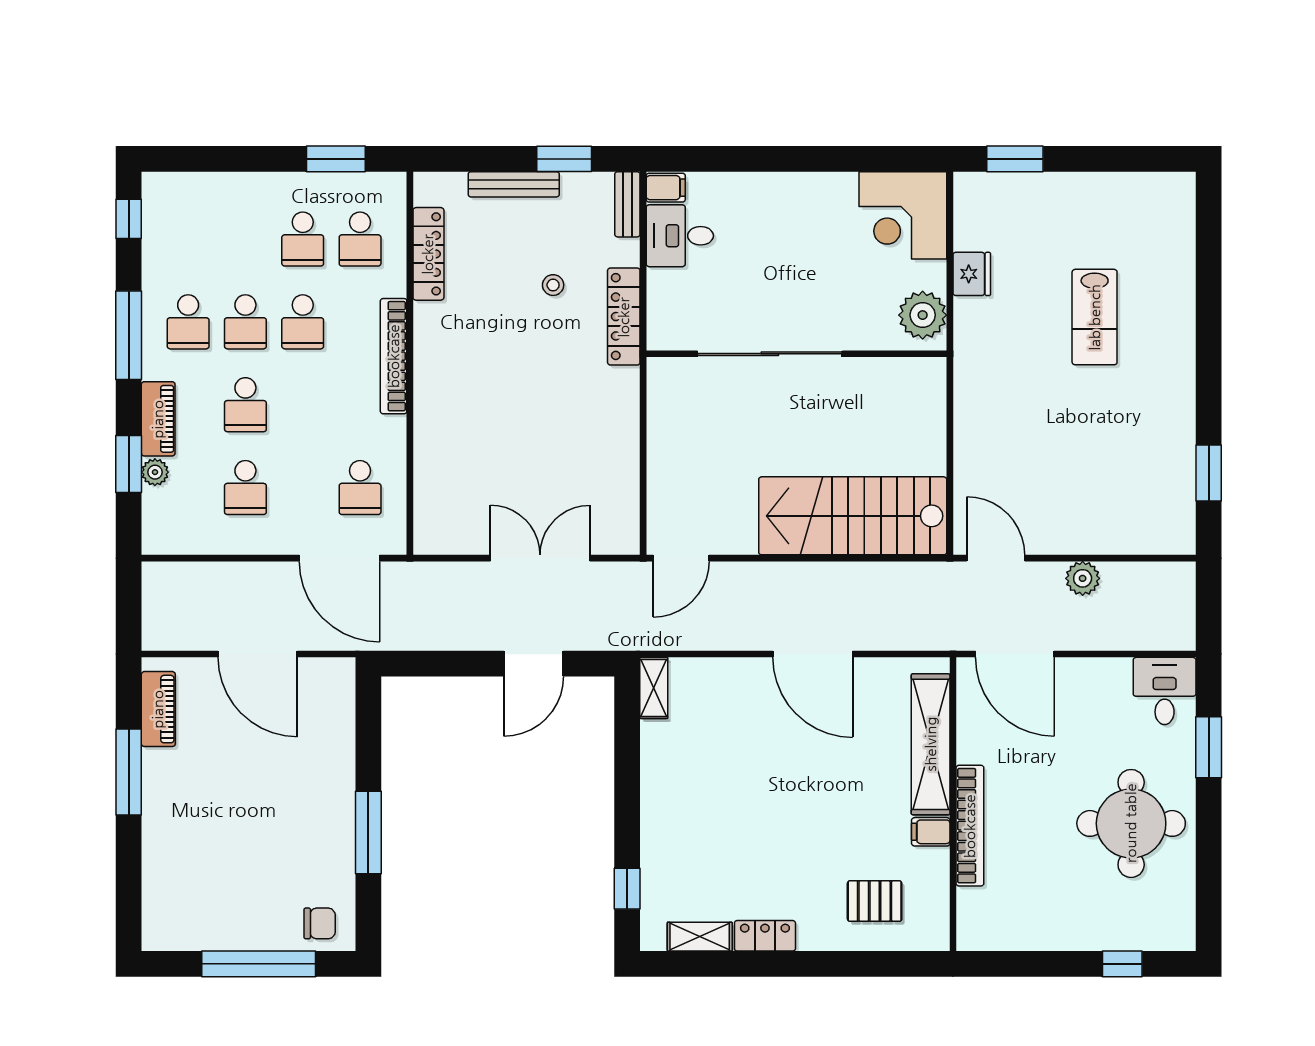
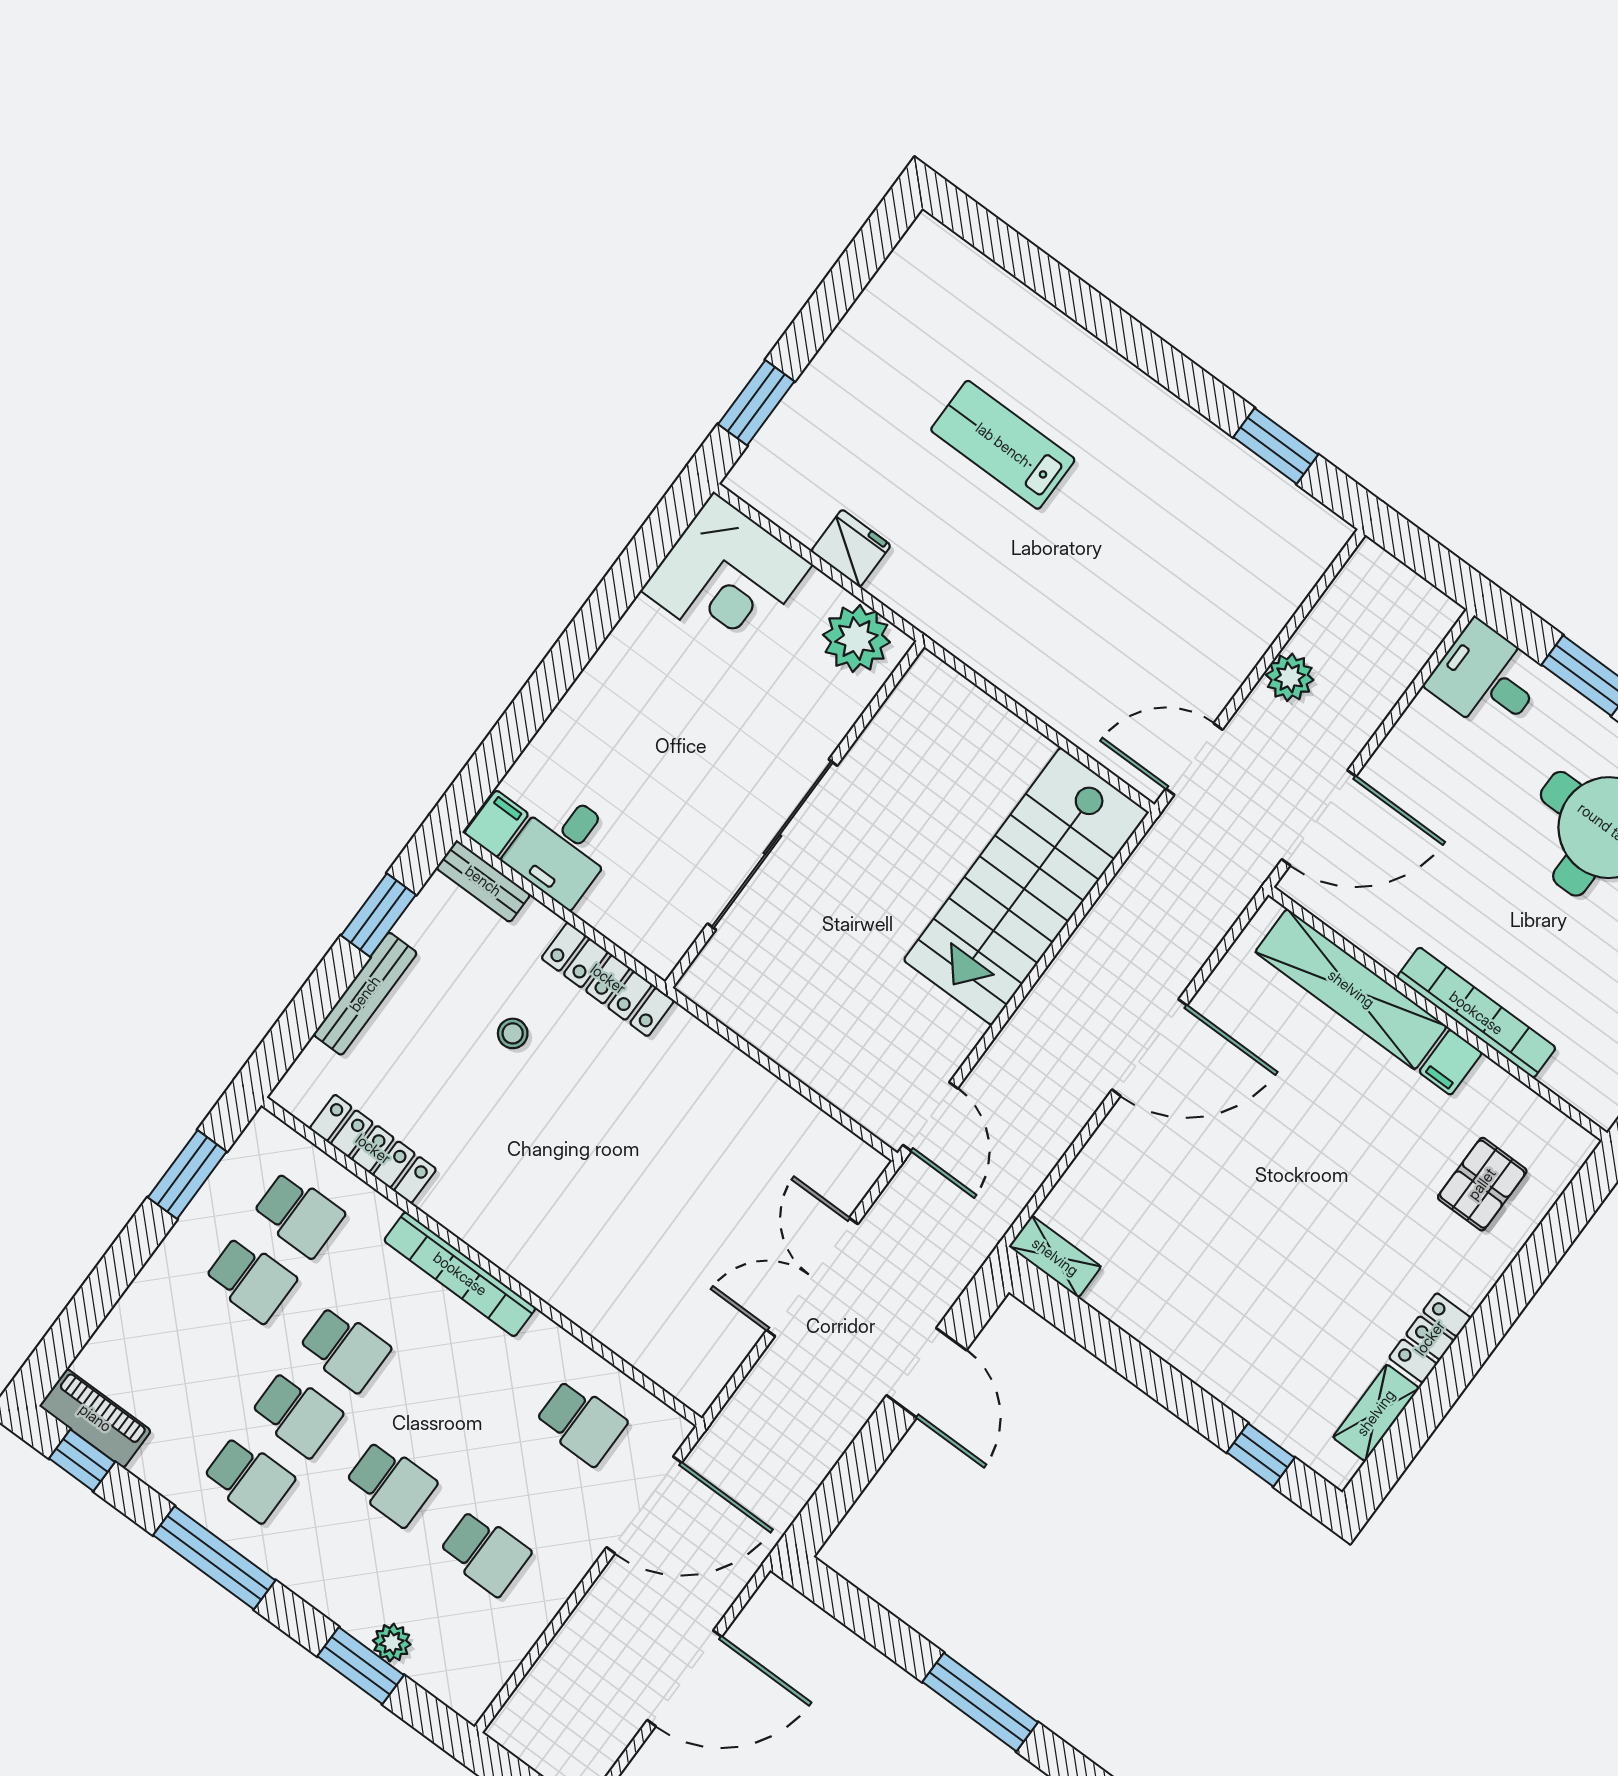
lab bench: (1095, 317) -> (1003, 445), turned 180
piano: (158, 419) -> (95, 1418), moved

